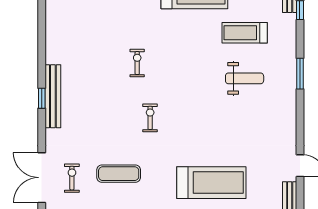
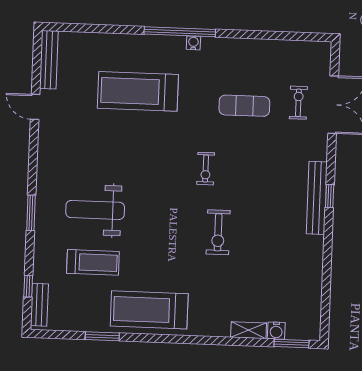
exercise bike: (137, 63) -> (218, 232), width x1.38, depth x1.39
weight bench: (245, 78) -> (95, 210), width x1.36, depth x1.33
exercise bike: (72, 178) -> (298, 103), turned 180

